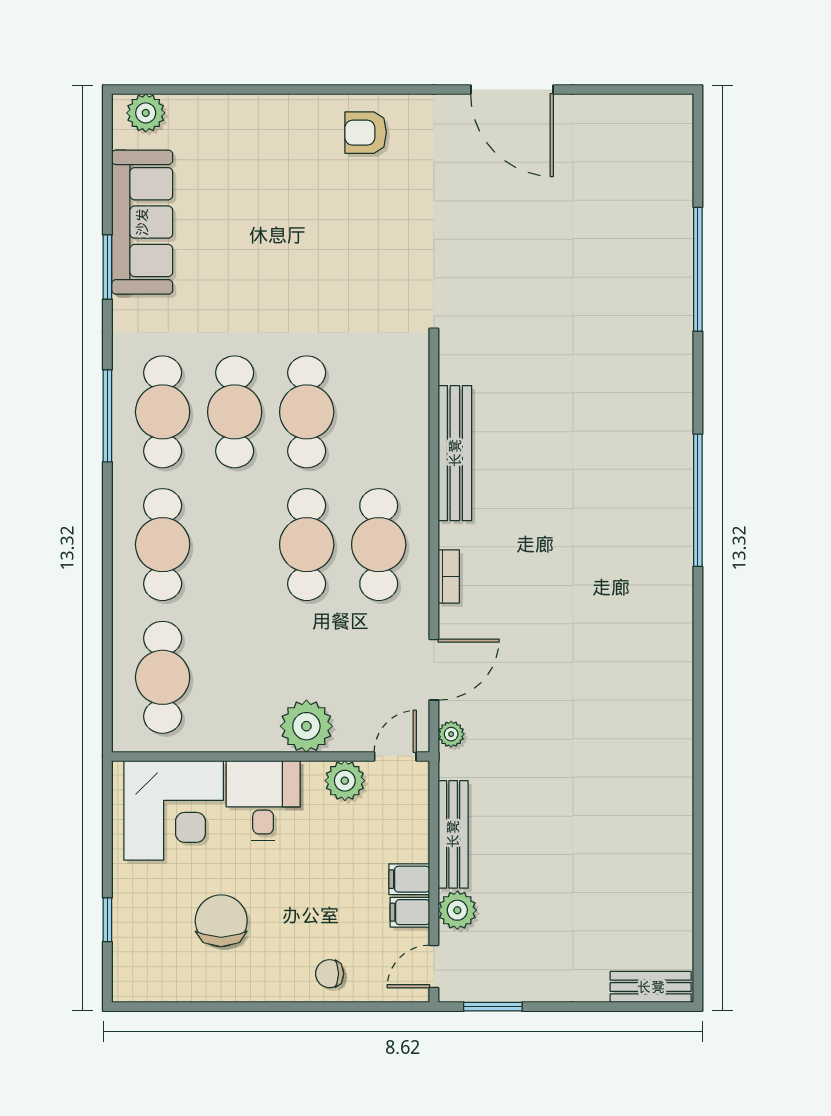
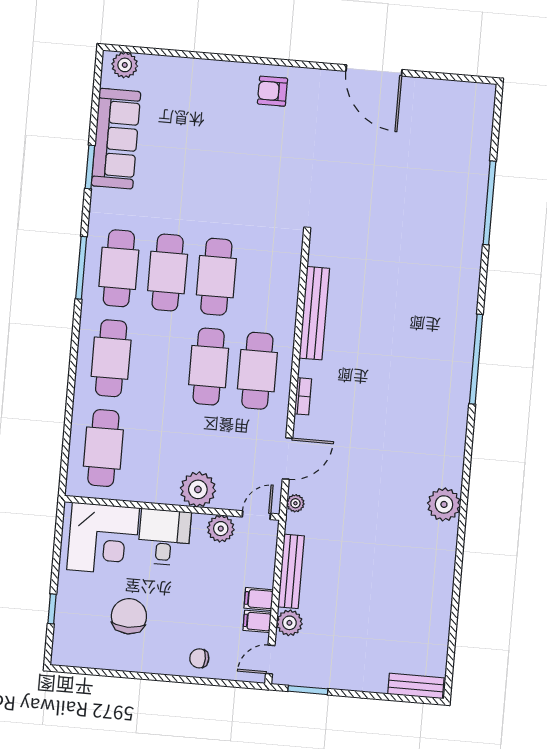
plant: (669, 717) -> (444, 504), added

